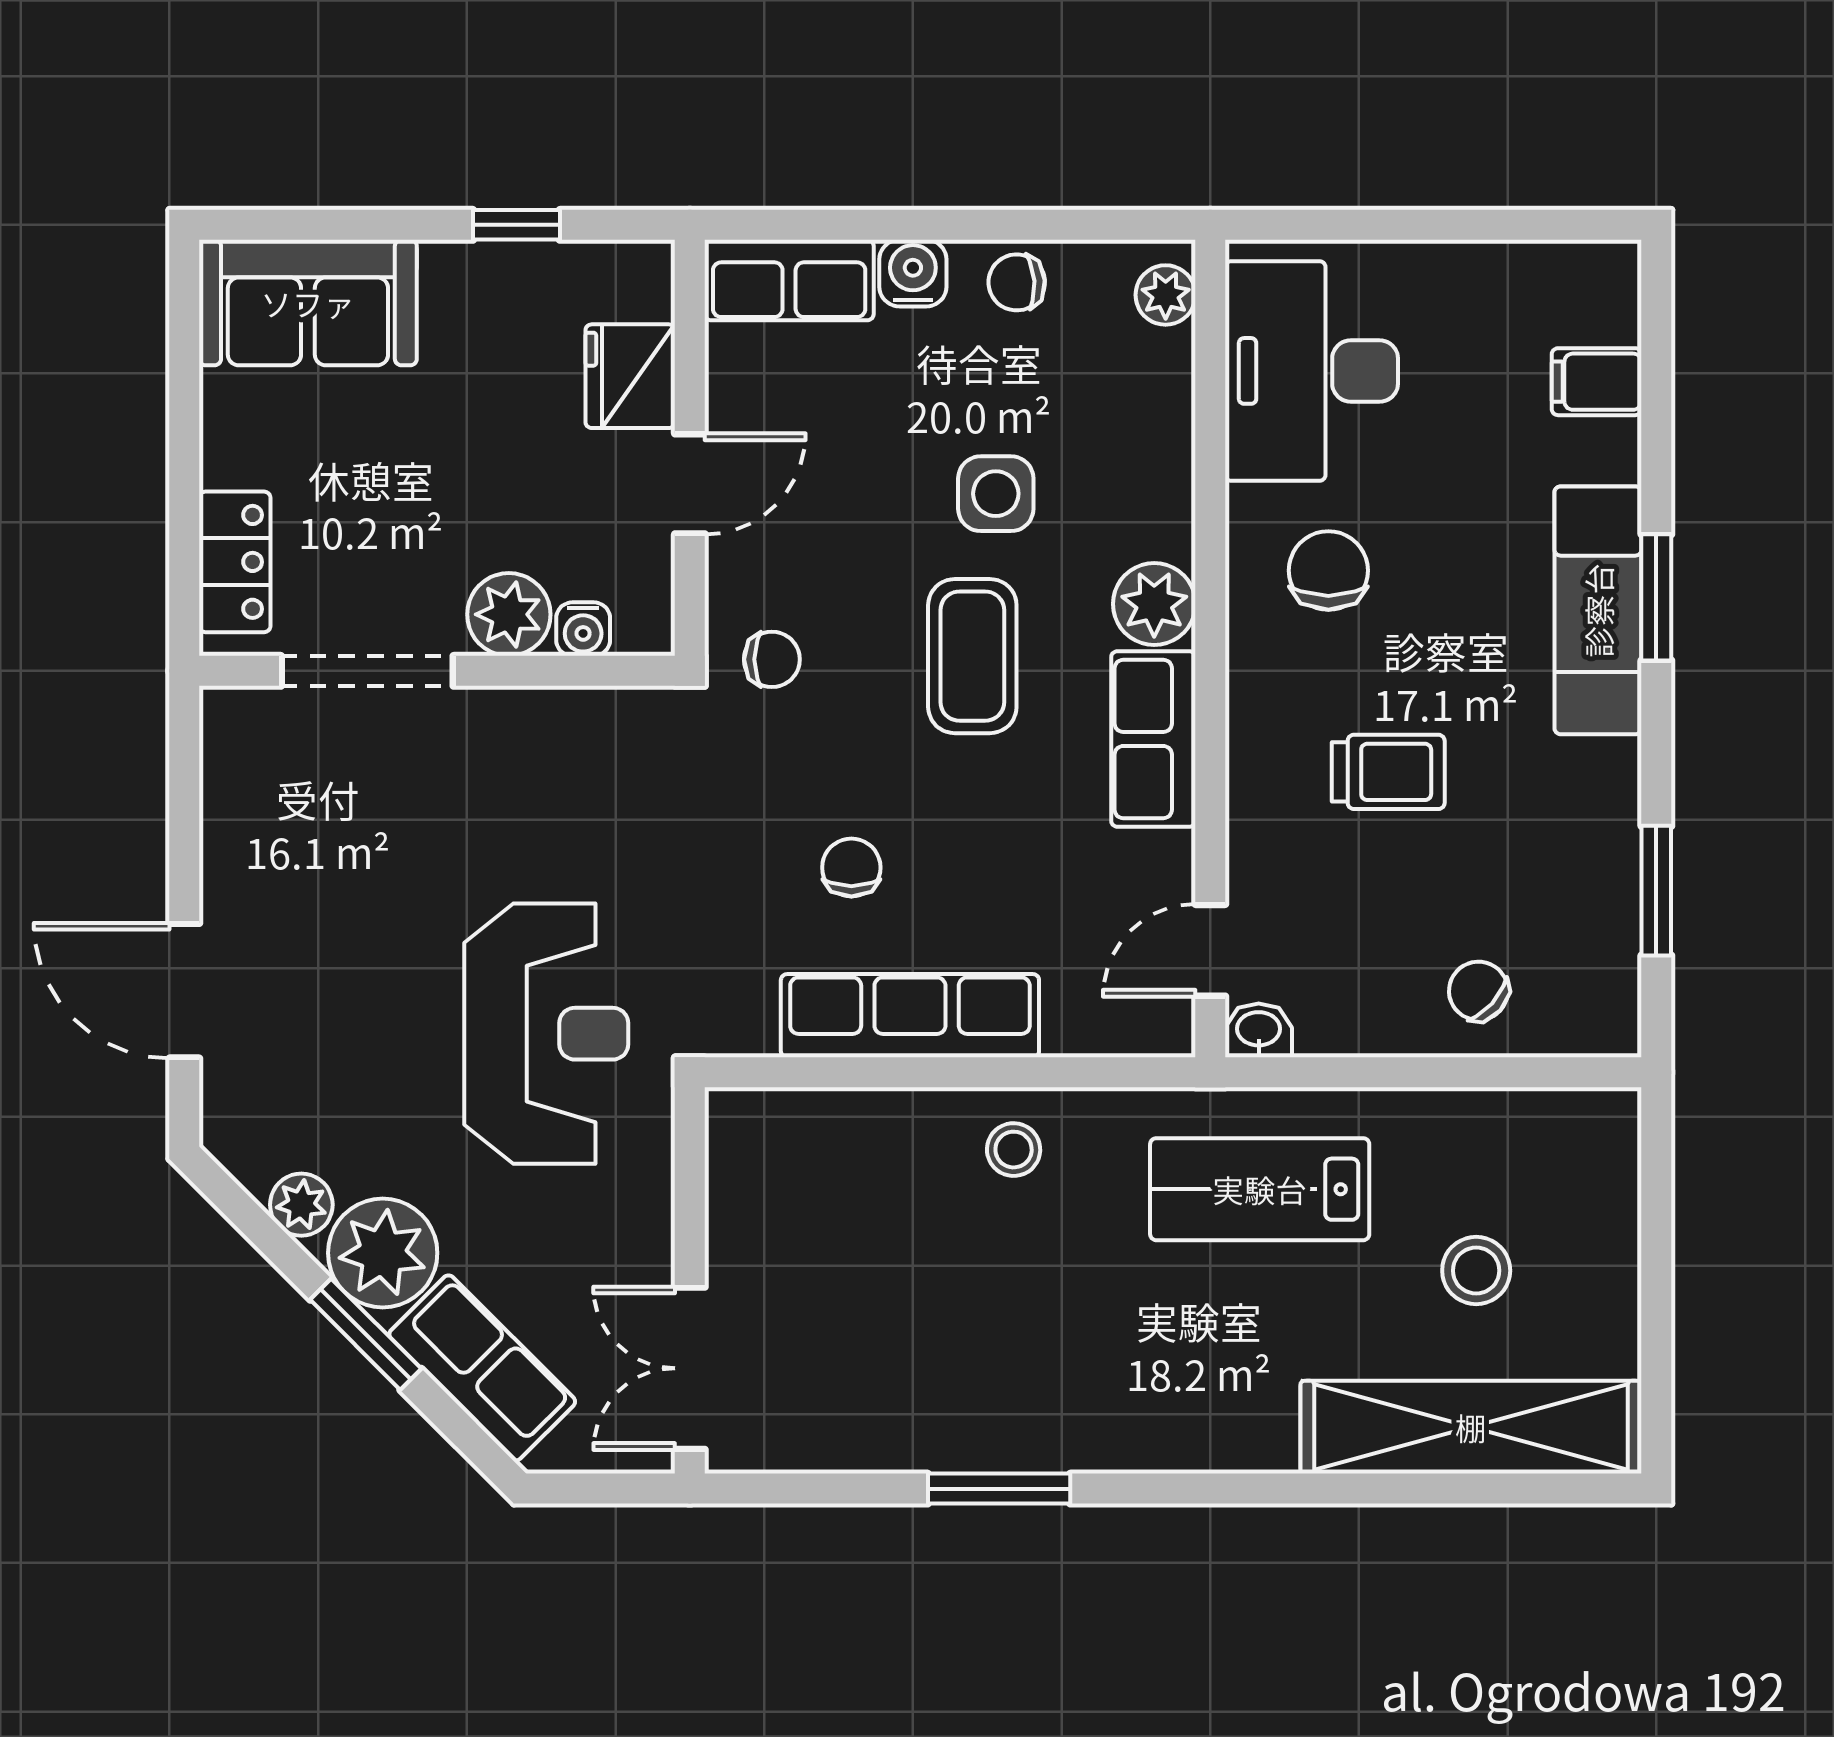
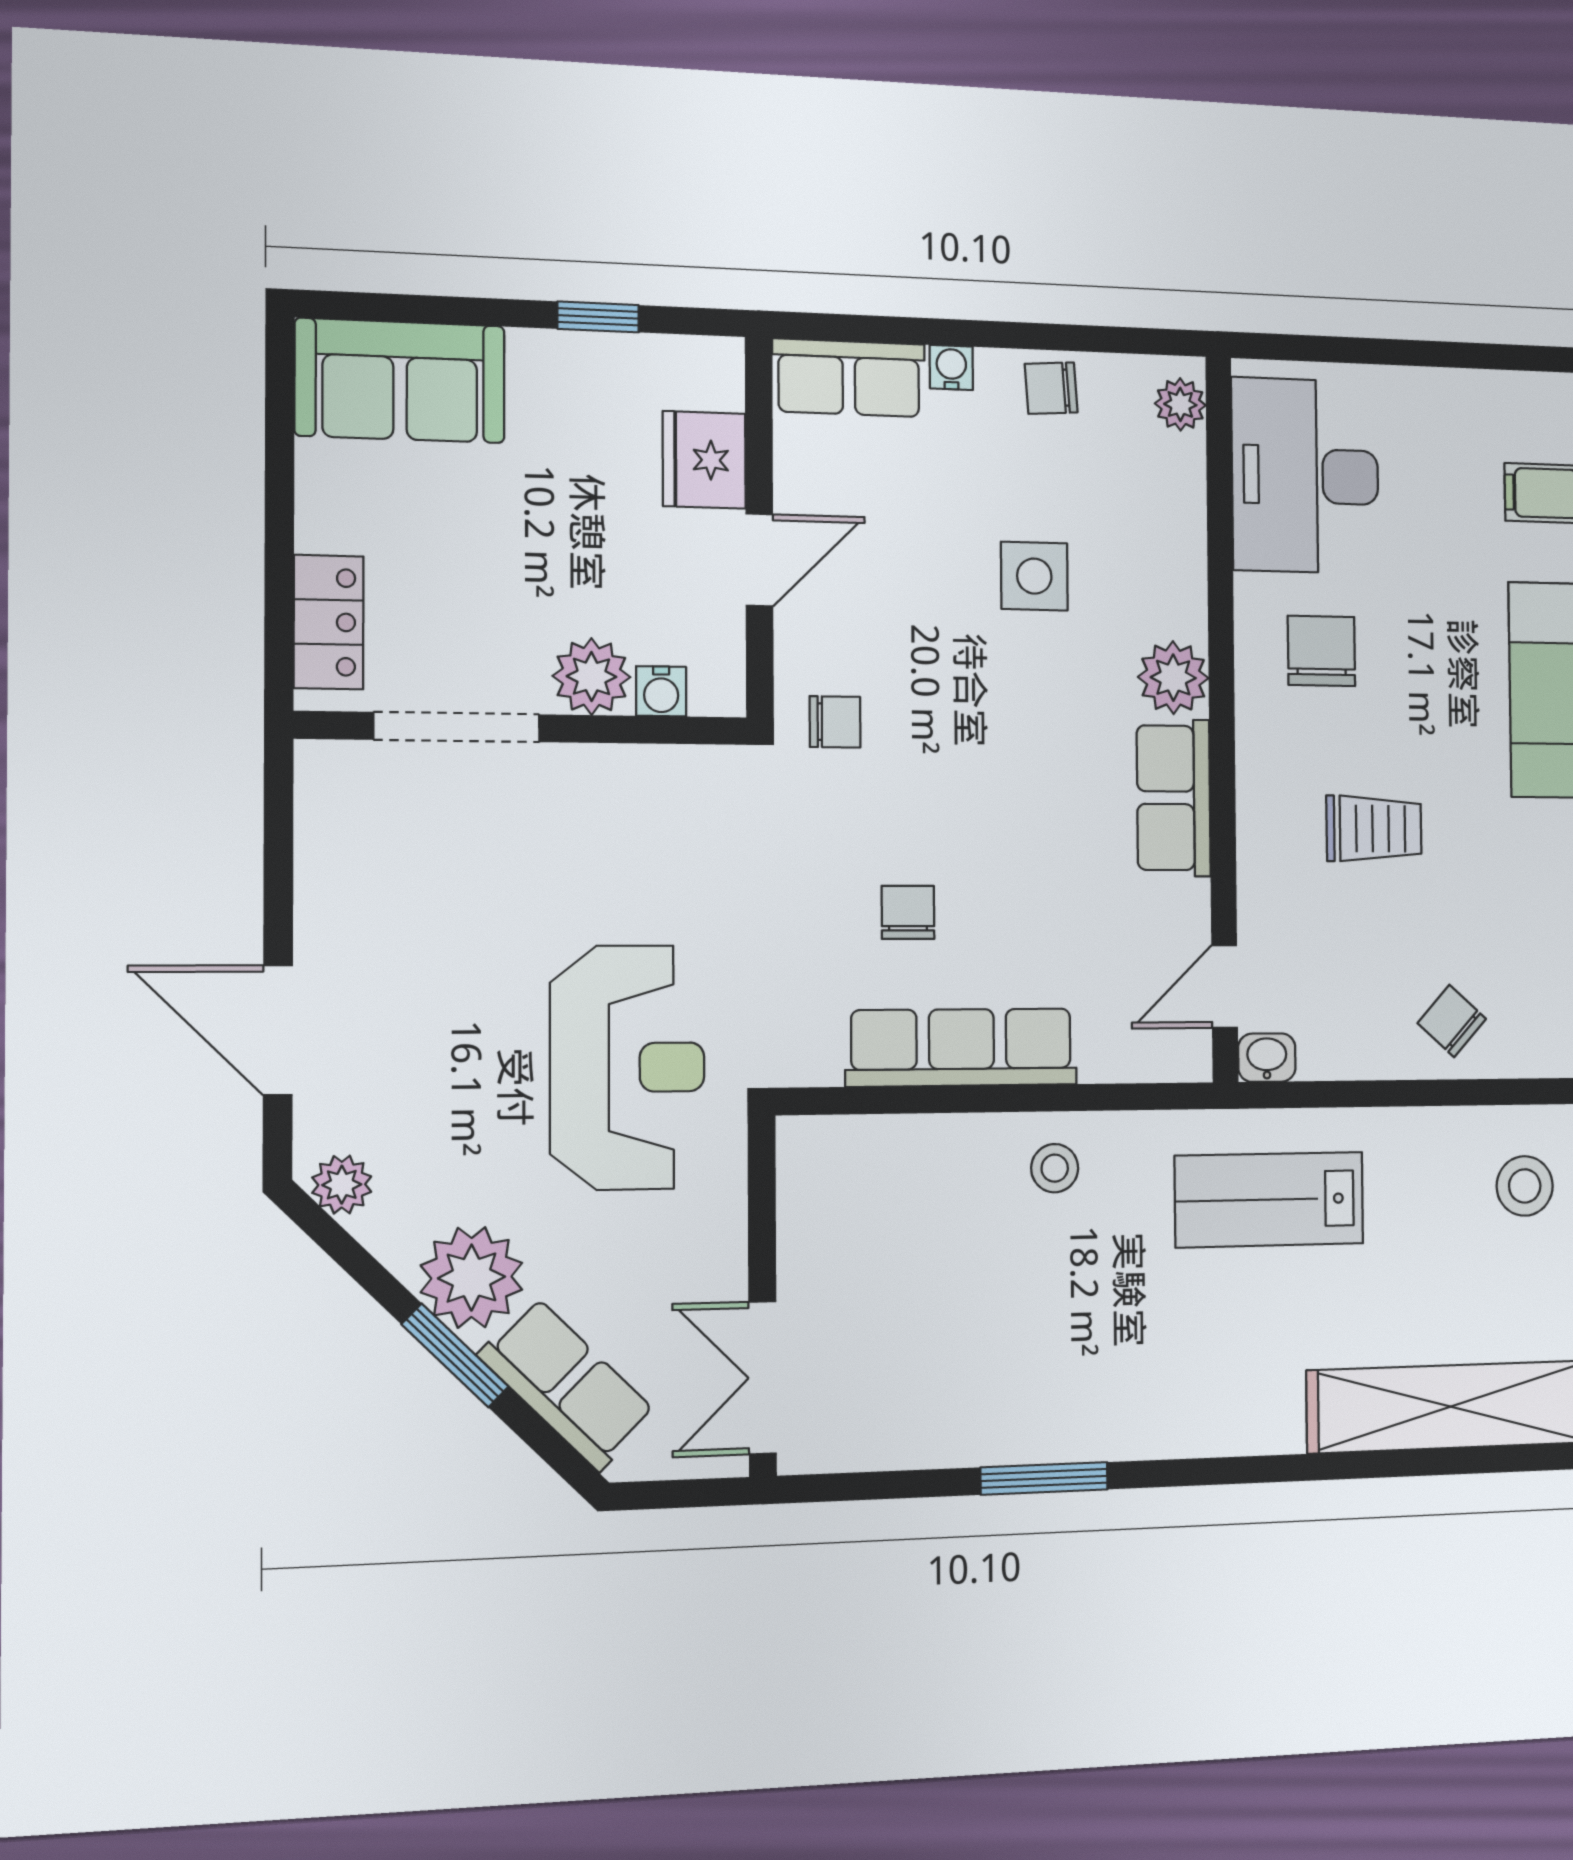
water cooler: (913, 273) -> (951, 367), width x0.72, depth x0.72
coffee table: (972, 656) -> (1015, 722), removed
plant: (301, 1205) -> (342, 1185), moved
stool: (1476, 1271) -> (1525, 1186), moved

